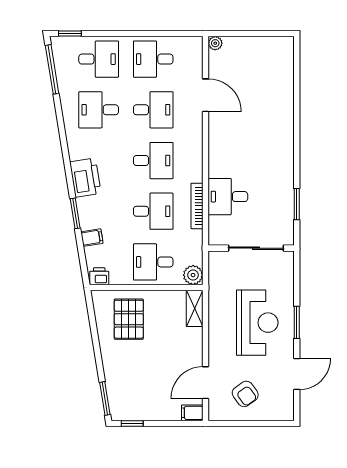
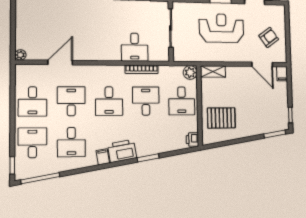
desk: (153, 161) -> (109, 101), turned 180
filing cabinet: (92, 238) -> (103, 157), moved

